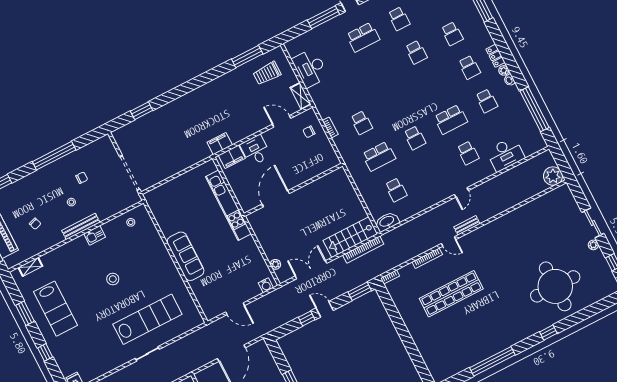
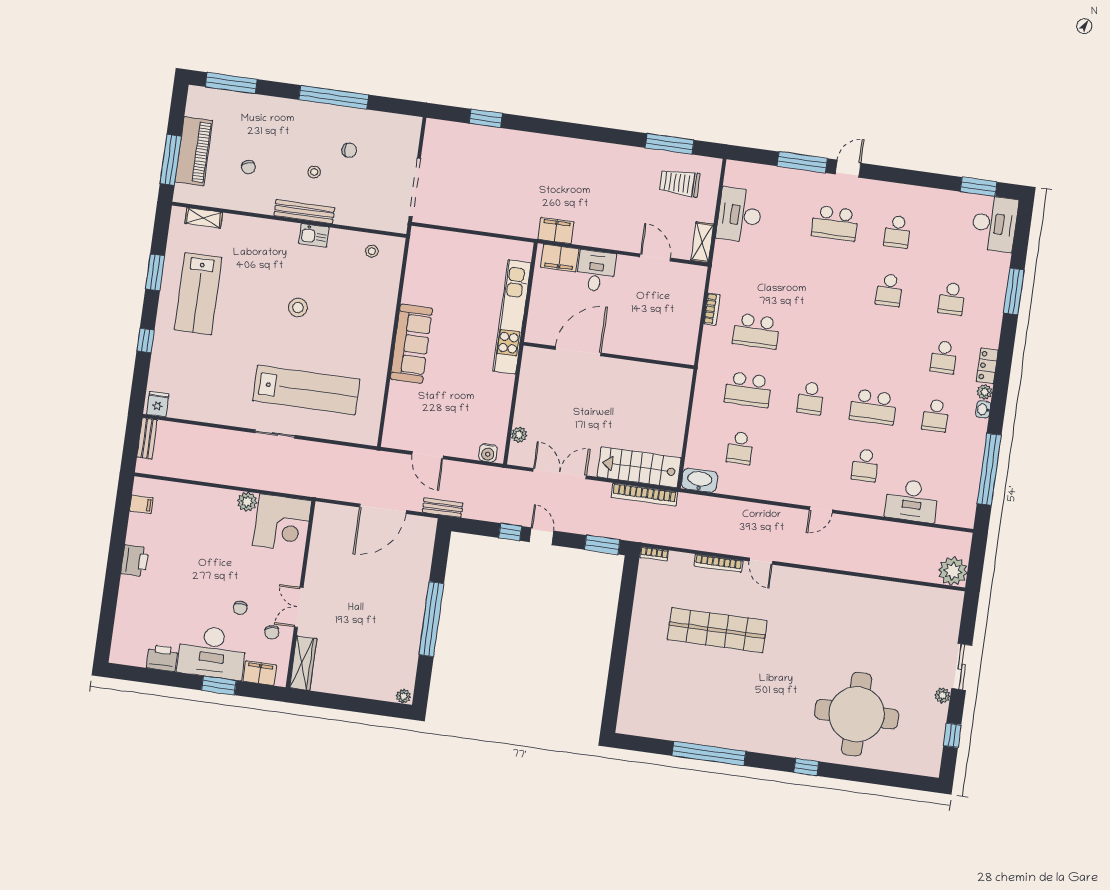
school desk: (362, 123) -> (756, 331), width x1.85
chair: (309, 132) -> (681, 296), removed
bench: (467, 225) -> (443, 508), moved

